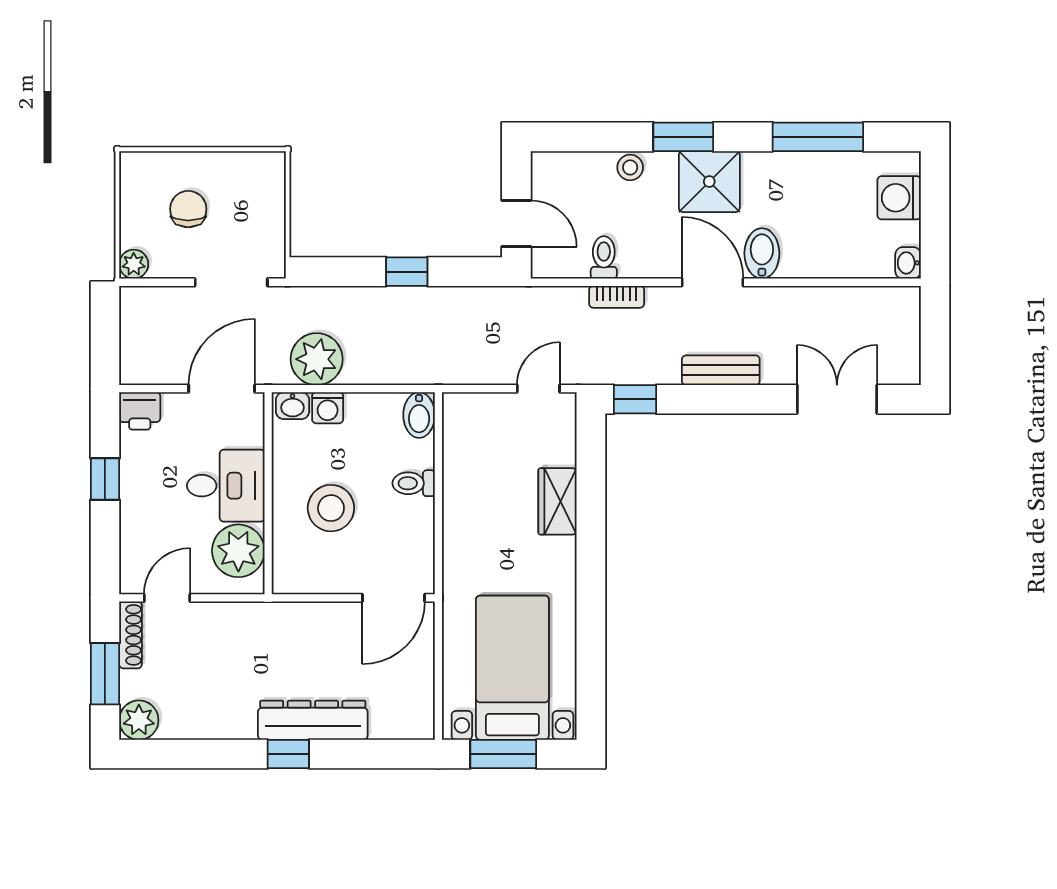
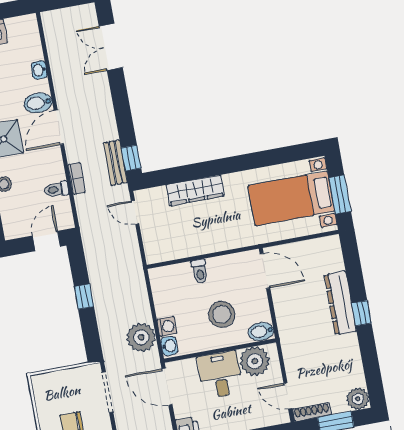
washbasin: (908, 263) -> (39, 70), moved, turned 90
bench: (721, 370) -> (115, 163), moved
bidet: (419, 415) -> (261, 331), moved, turned 180
wardrobe: (557, 501) -> (195, 190), width x1.50

